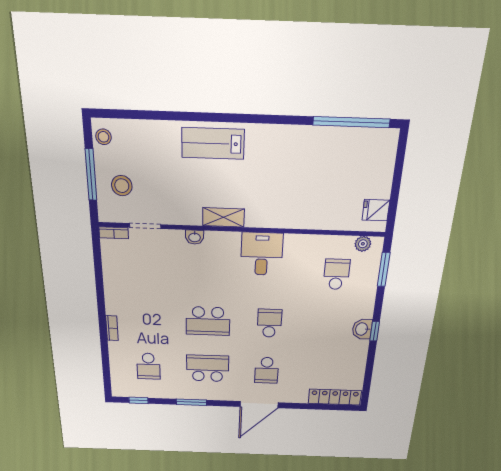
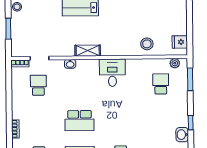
window: (91, 175) -> (8, 29), width x0.69
stool: (122, 186) -> (147, 44), moved
school desk: (269, 323) -> (38, 85), moved
washbasin: (362, 329) -> (182, 135), moved

